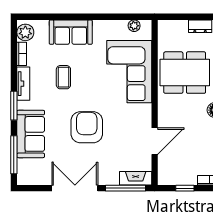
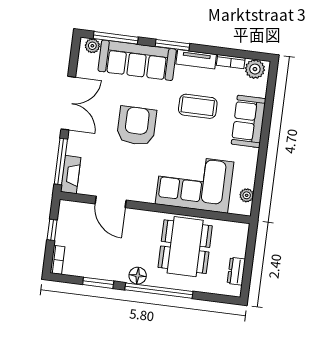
coffee table: (63, 77) -> (198, 106), width x1.36, depth x1.30
armchair: (87, 127) -> (137, 126), turned -90
sofa: (31, 134) -> (137, 60), width x1.36
plant: (23, 174) -> (92, 46), added

